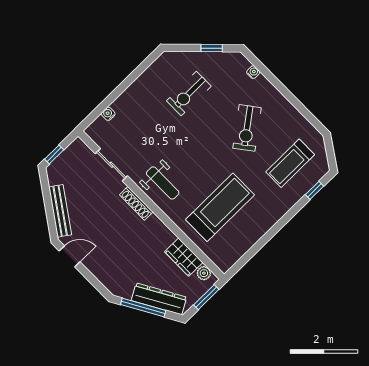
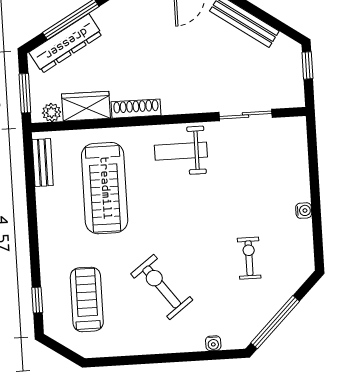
window: (212, 48) -> (275, 322), width x2.17
exercise bike: (189, 94) -> (249, 258), width x0.73, depth x0.72
water cooler: (108, 114) -> (304, 211), moved
shoe rack: (136, 203) -> (136, 109), moved
bench: (236, 254) -> (43, 163), added

